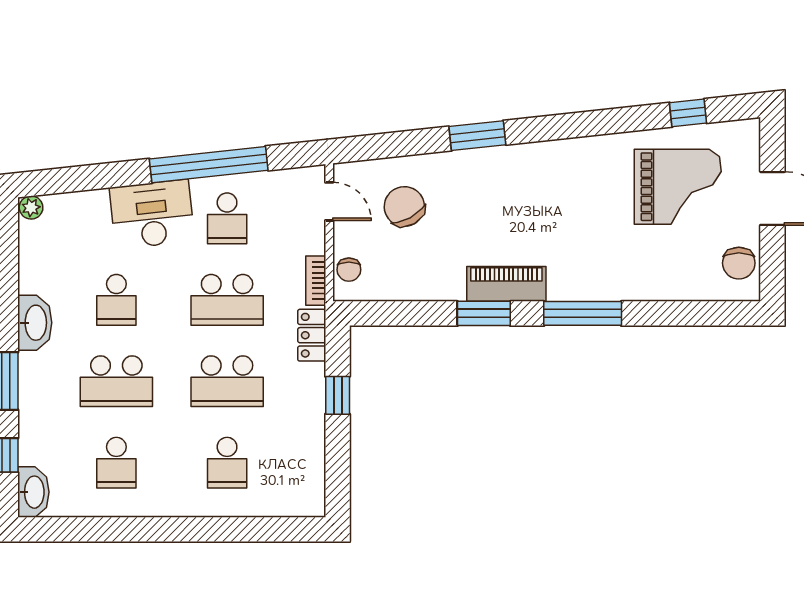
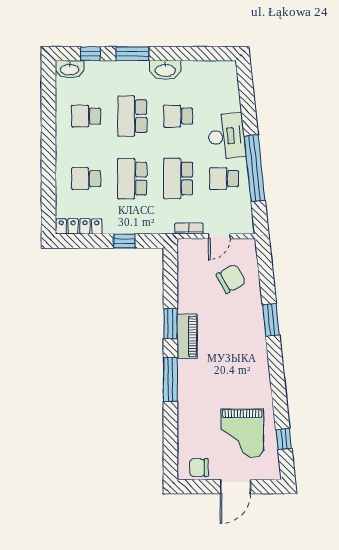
door: (329, 201) -> (219, 236), moved
plant: (31, 208) -> (230, 68), removed
chair: (349, 270) -> (195, 247), removed
locker: (312, 335) -> (79, 226), moved, width x1.53

